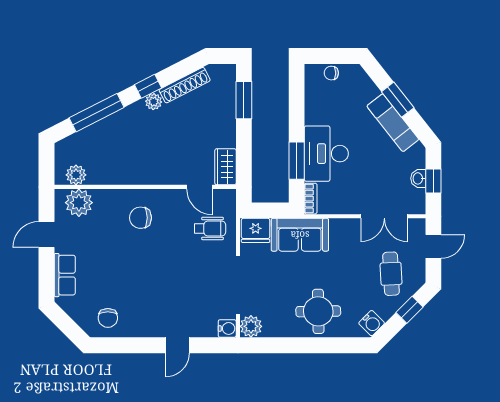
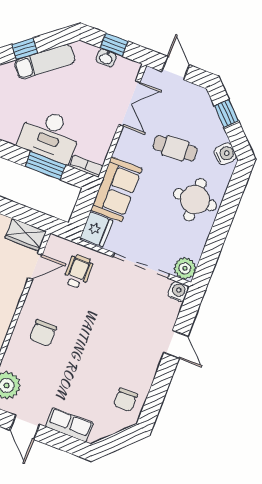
window: (398, 100) -> (25, 49), width x0.67
cafe table: (391, 274) -> (175, 148), moved
chair: (108, 318) -> (125, 400), turned 90

